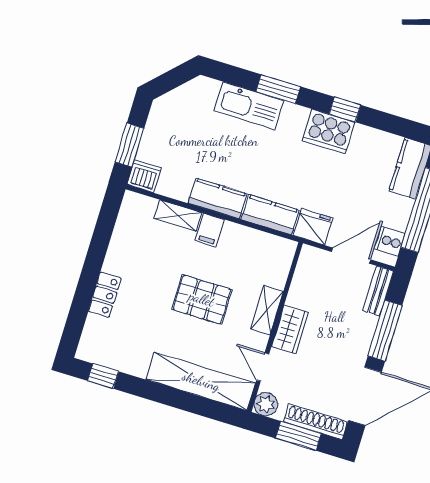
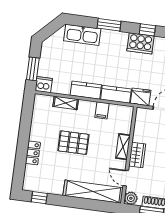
kitchen sink: (249, 106) -> (82, 35), moved
filing cabinet: (210, 230) -> (102, 110), moved
pallet: (202, 299) -> (73, 143), moved

